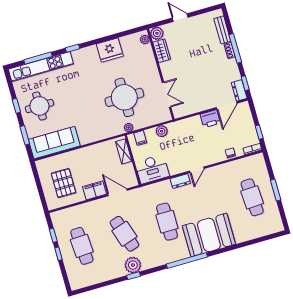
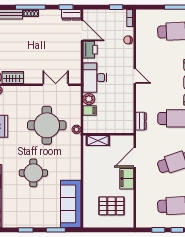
round table: (39, 106) -> (33, 173), moved
filing cabinet: (140, 138) -> (90, 111), moved
desk: (152, 169) -> (95, 78), moved, turned 180
dresser: (180, 181) -> (141, 121), moved

